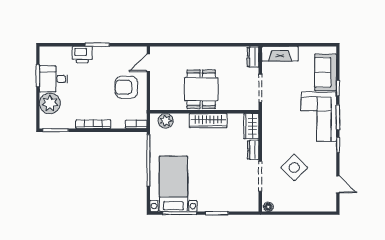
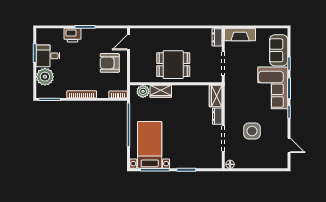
dining table: (201, 89) -> (173, 65), turned 90
wardrobe: (208, 121) -> (161, 91), moved, width x0.67
side table: (294, 168) -> (252, 131), turned 45

